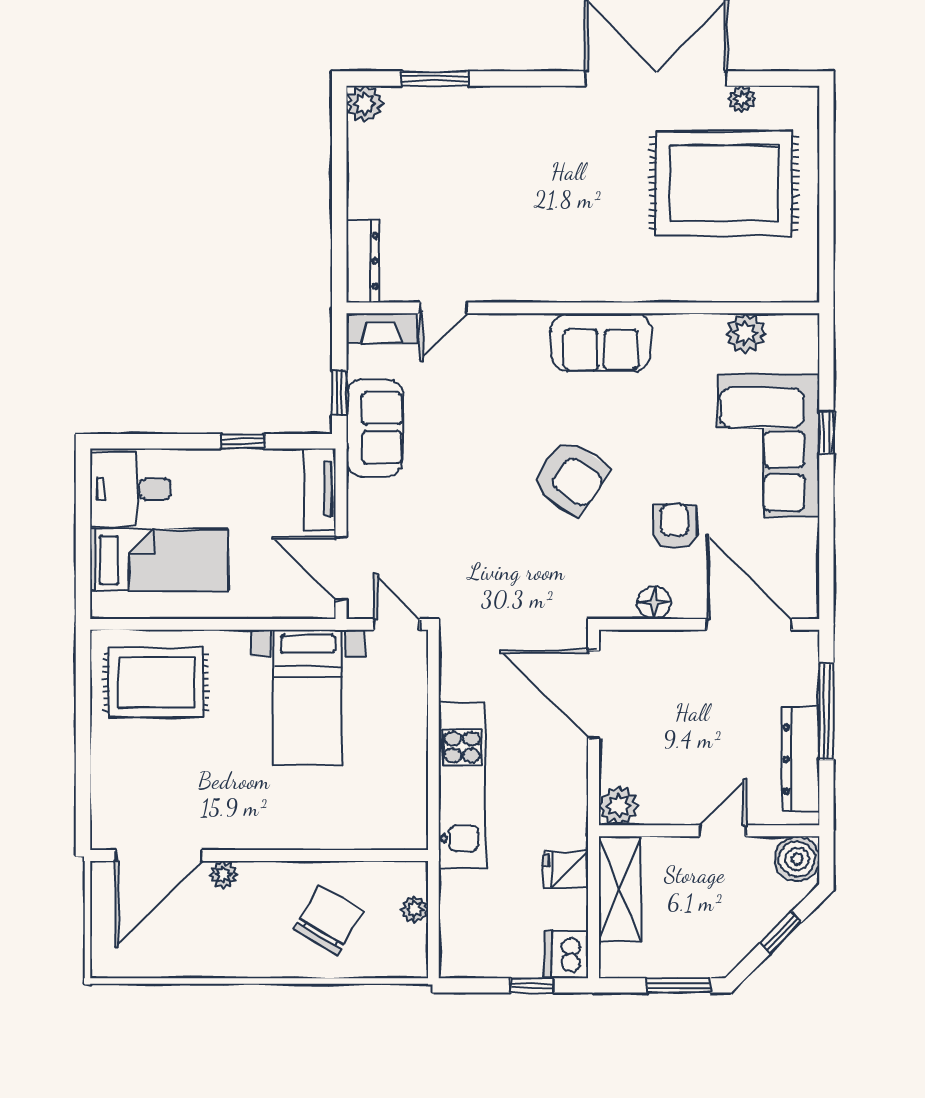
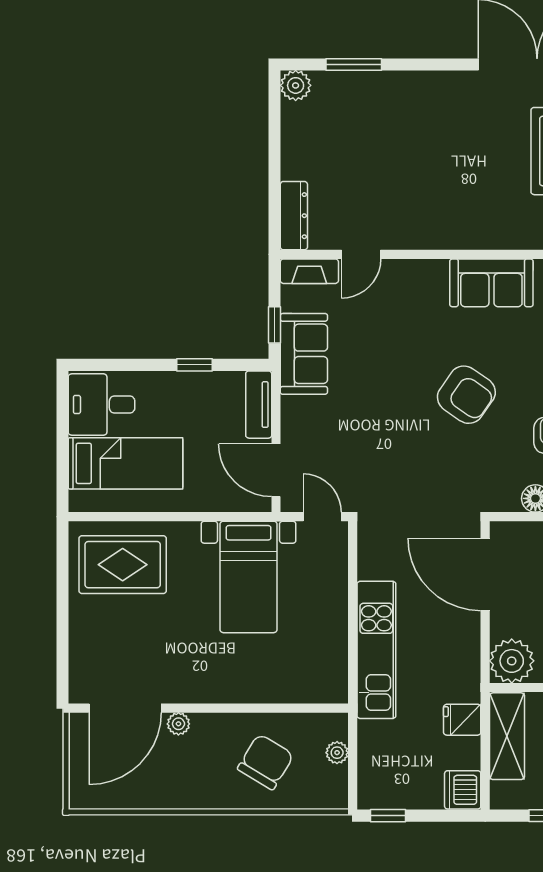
plant: (618, 806) -> (512, 661), width x1.36, depth x1.36
window: (532, 985) -> (388, 816), moved

